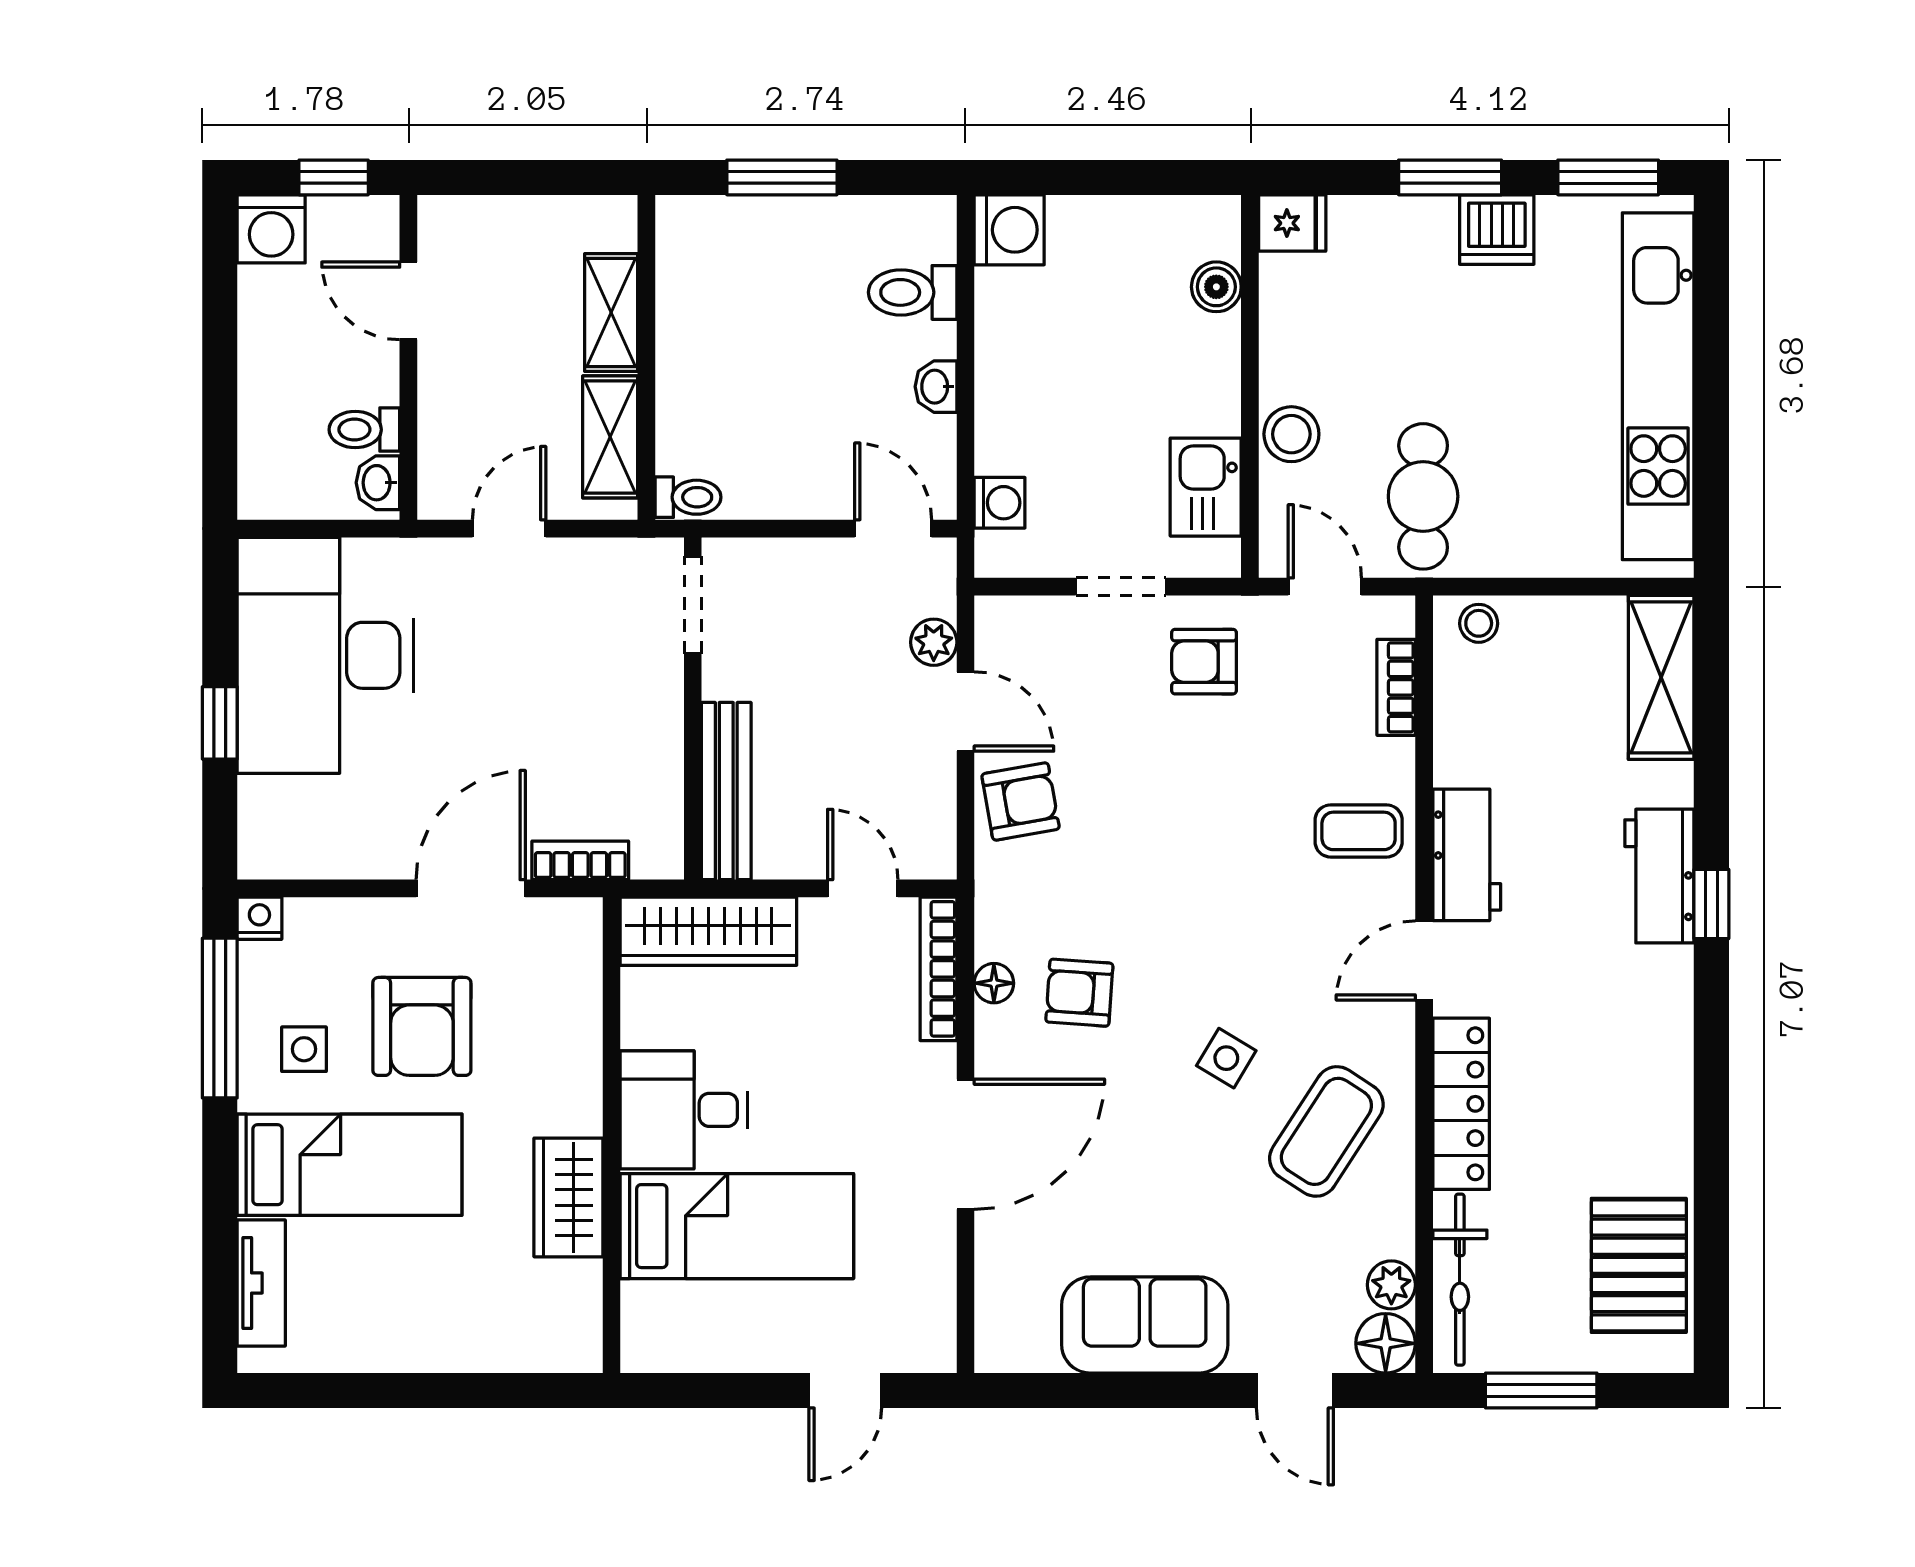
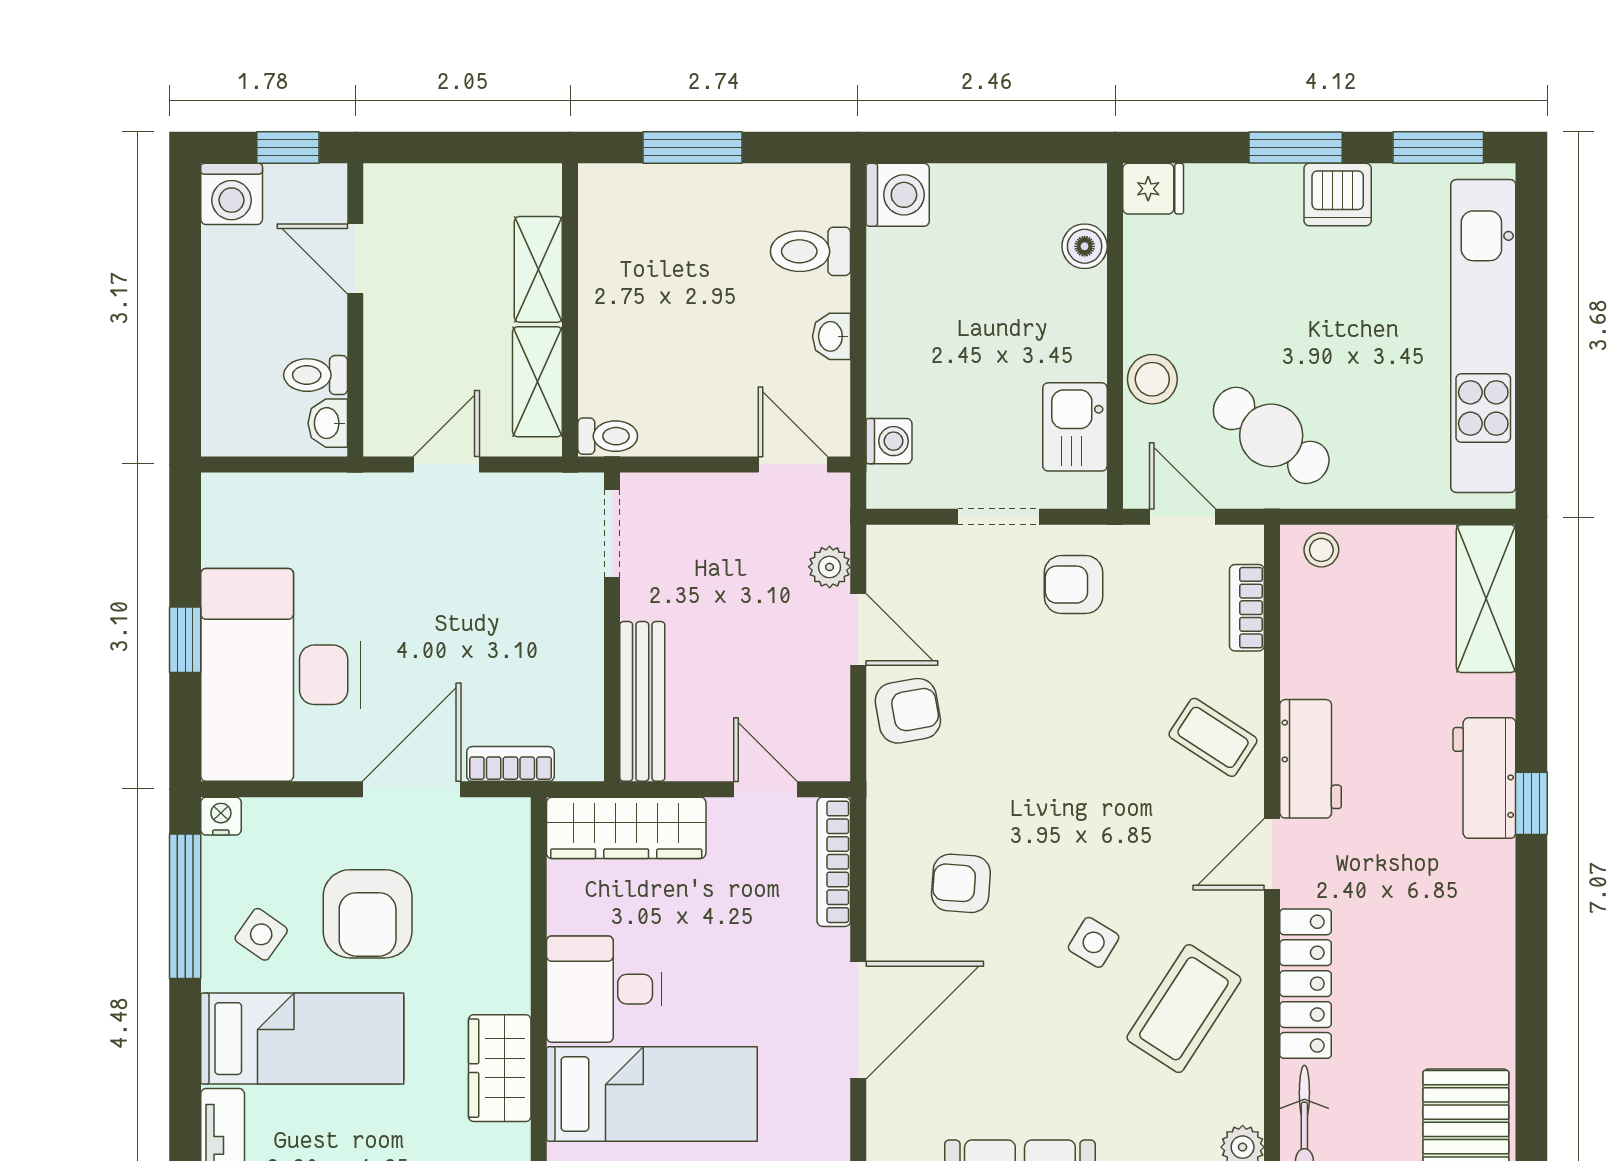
cafe table: (1423, 496) -> (1271, 435), turned -54
desk: (326, 655) -> (281, 675), moved
coffee table: (1359, 831) -> (1213, 737), turned 33
floor lamp: (994, 983) -> (884, 875), removed
side table: (304, 1049) -> (261, 934), turned 35

